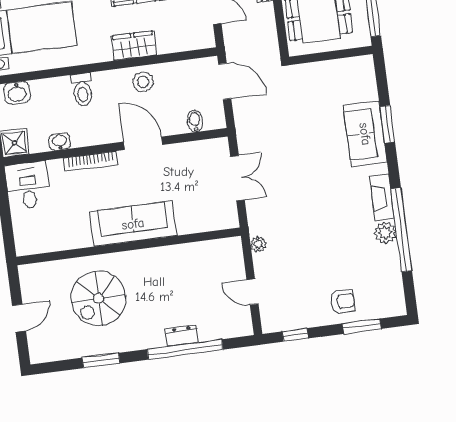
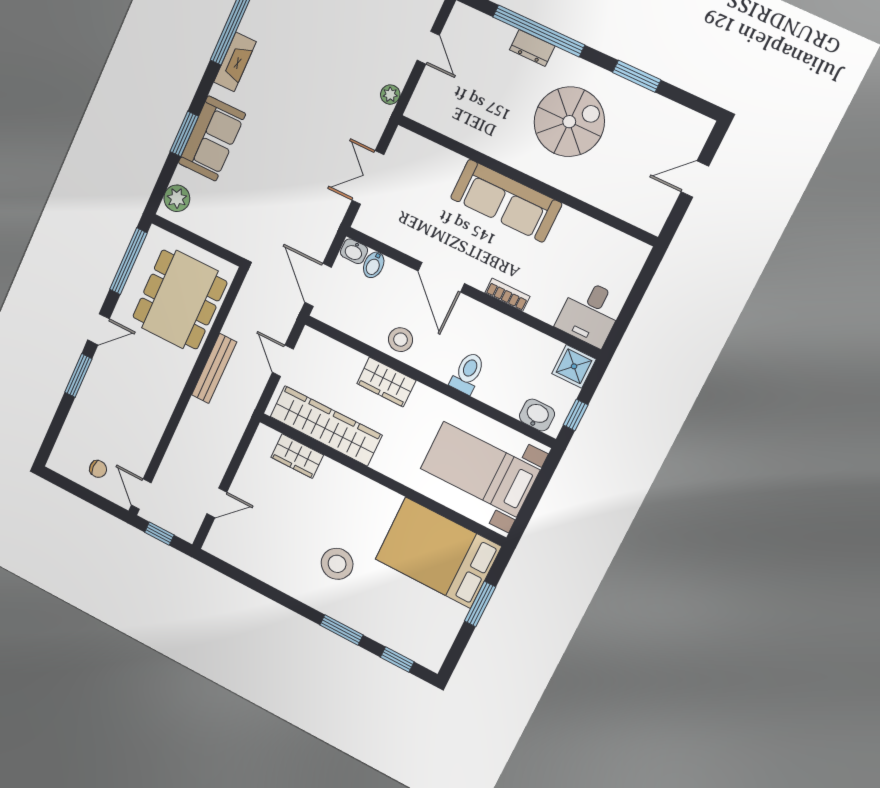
washbasin: (60, 142) -> (354, 251), moved
bookcase: (91, 161) -> (507, 295), width x0.64
plant: (385, 233) -> (177, 198), moved
spiral stairs: (98, 298) -> (569, 122), moved

